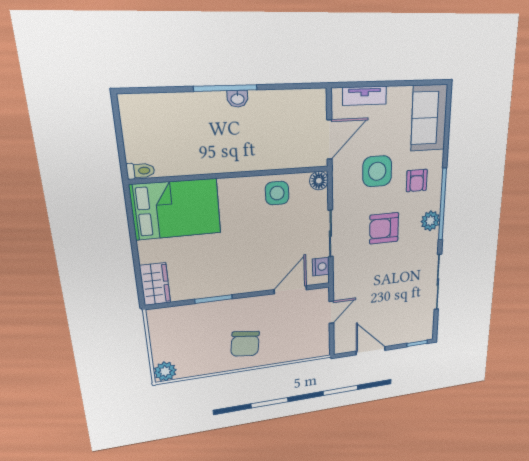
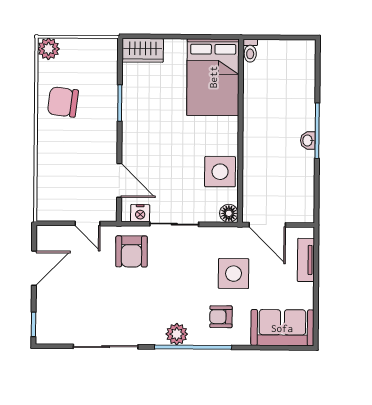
side table: (277, 193) -> (220, 172), width x1.37, depth x1.37
armchair: (384, 228) -> (132, 251), moved, turned 180
chair: (245, 344) -> (63, 102), moved

